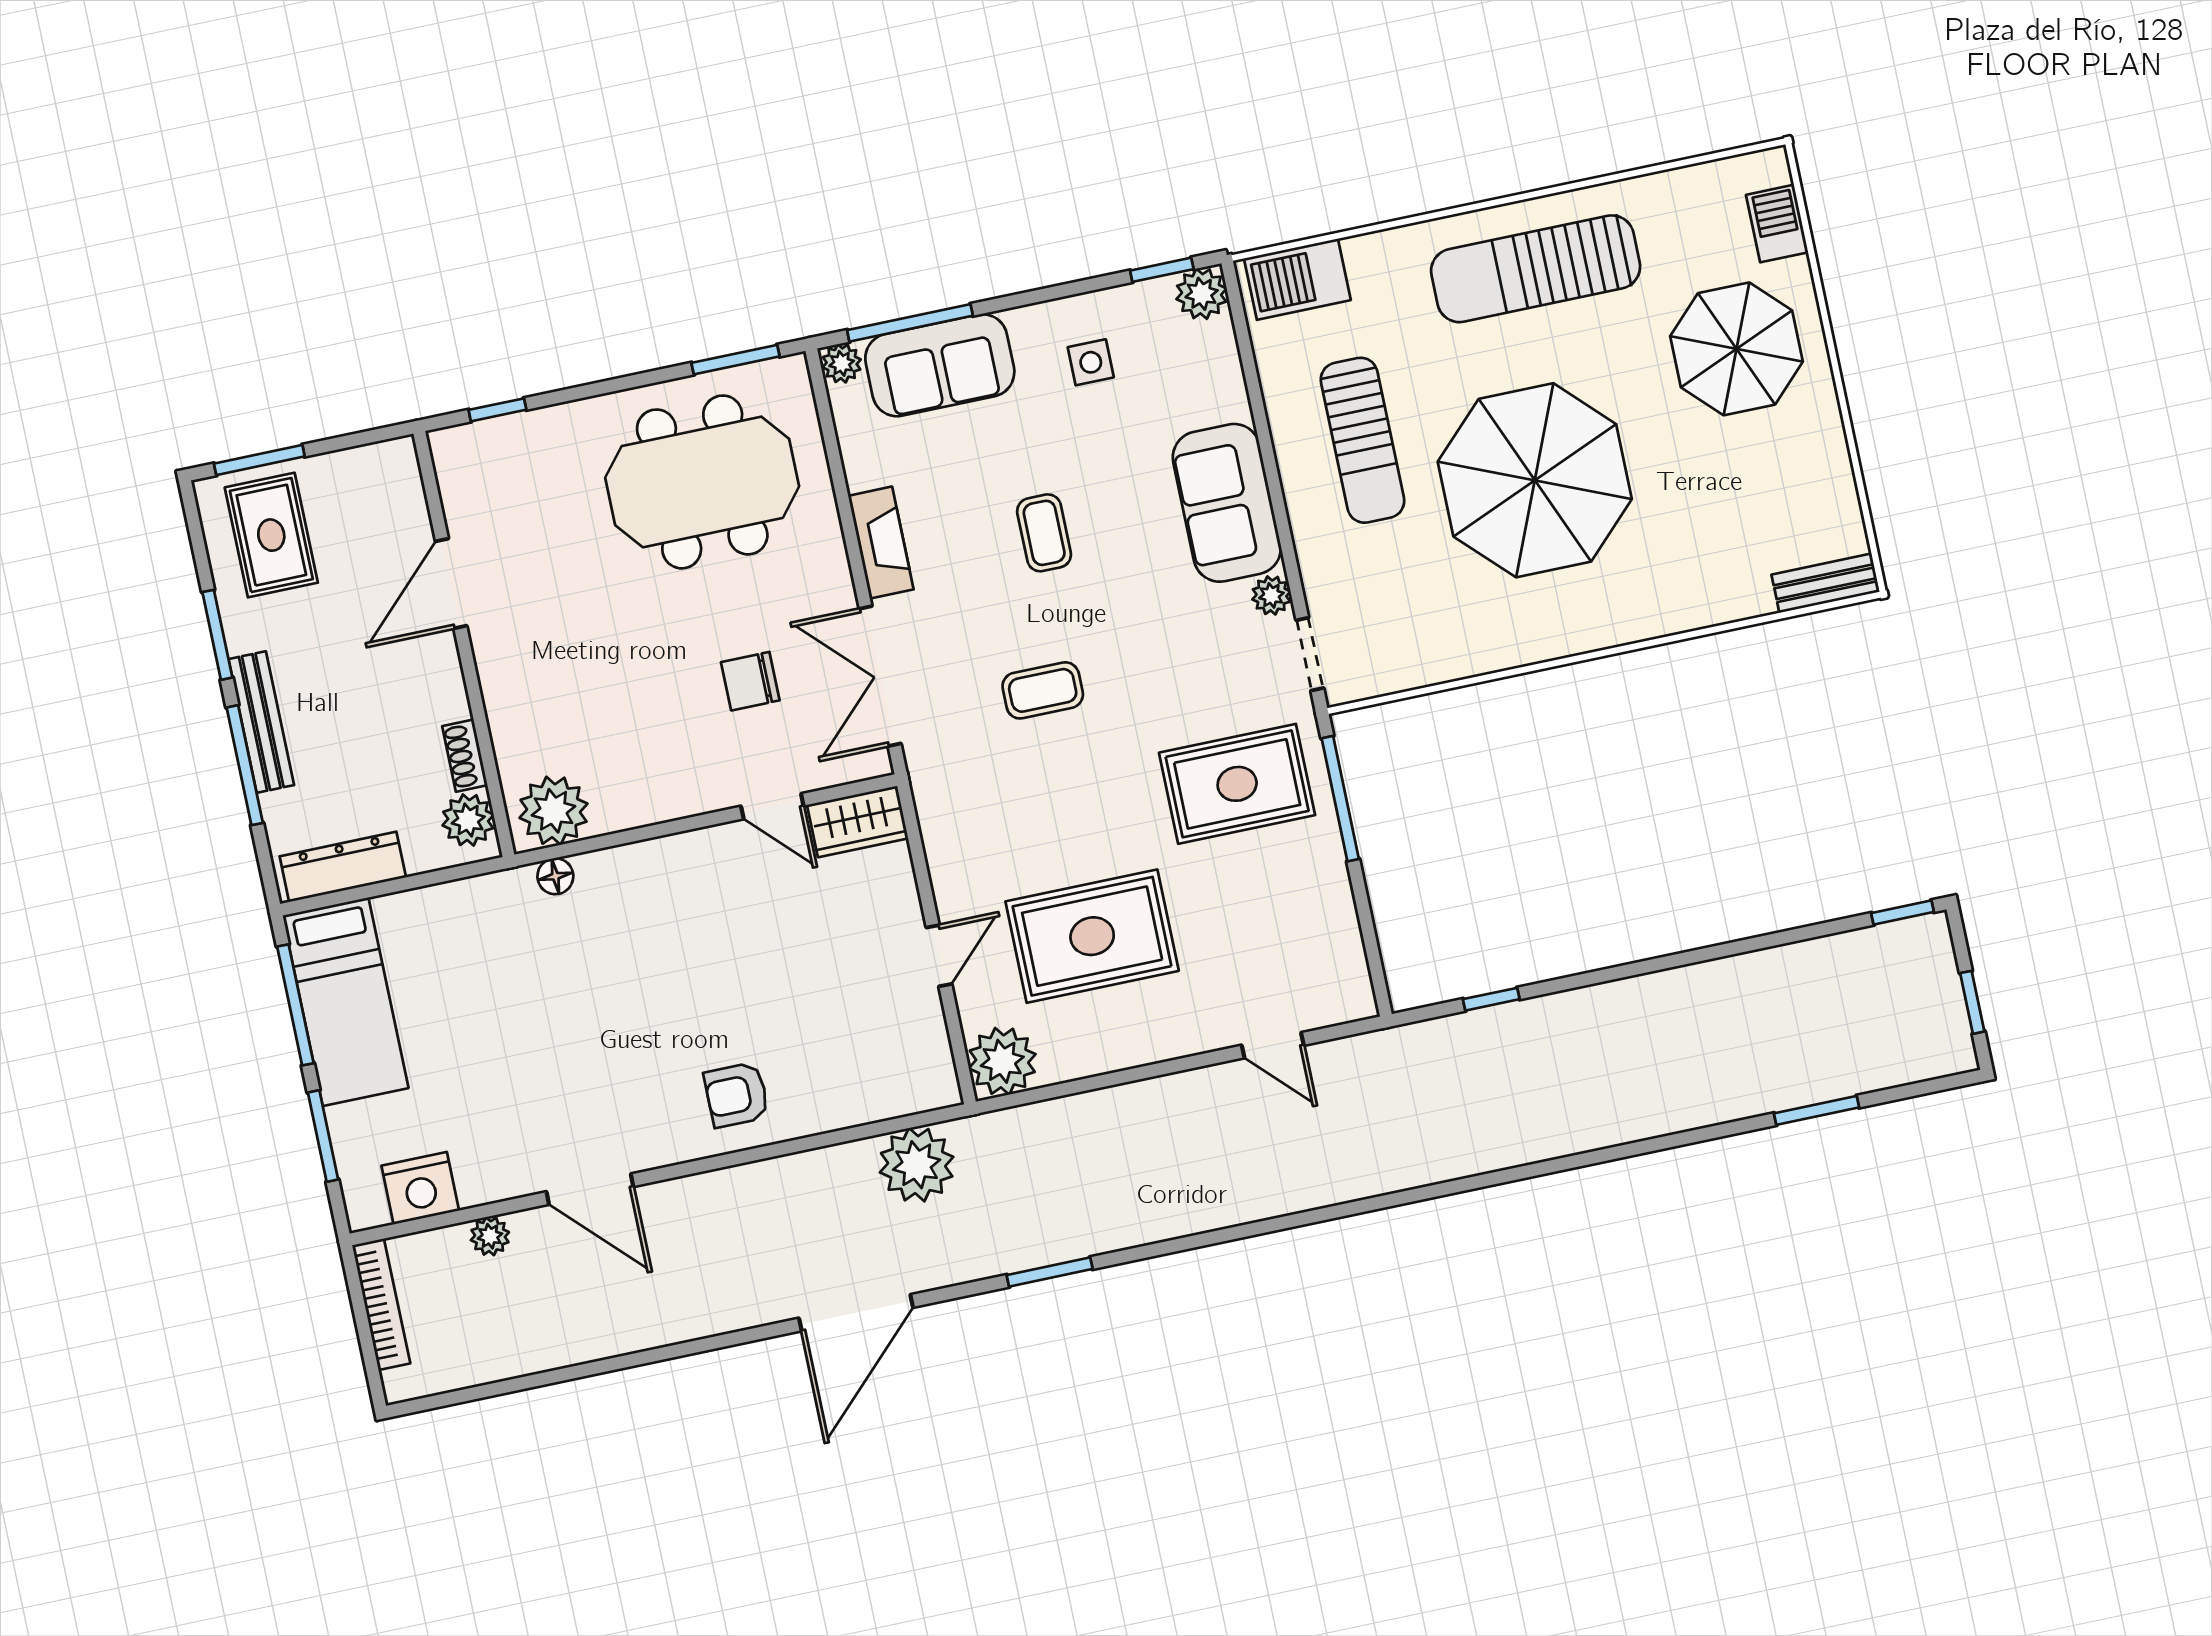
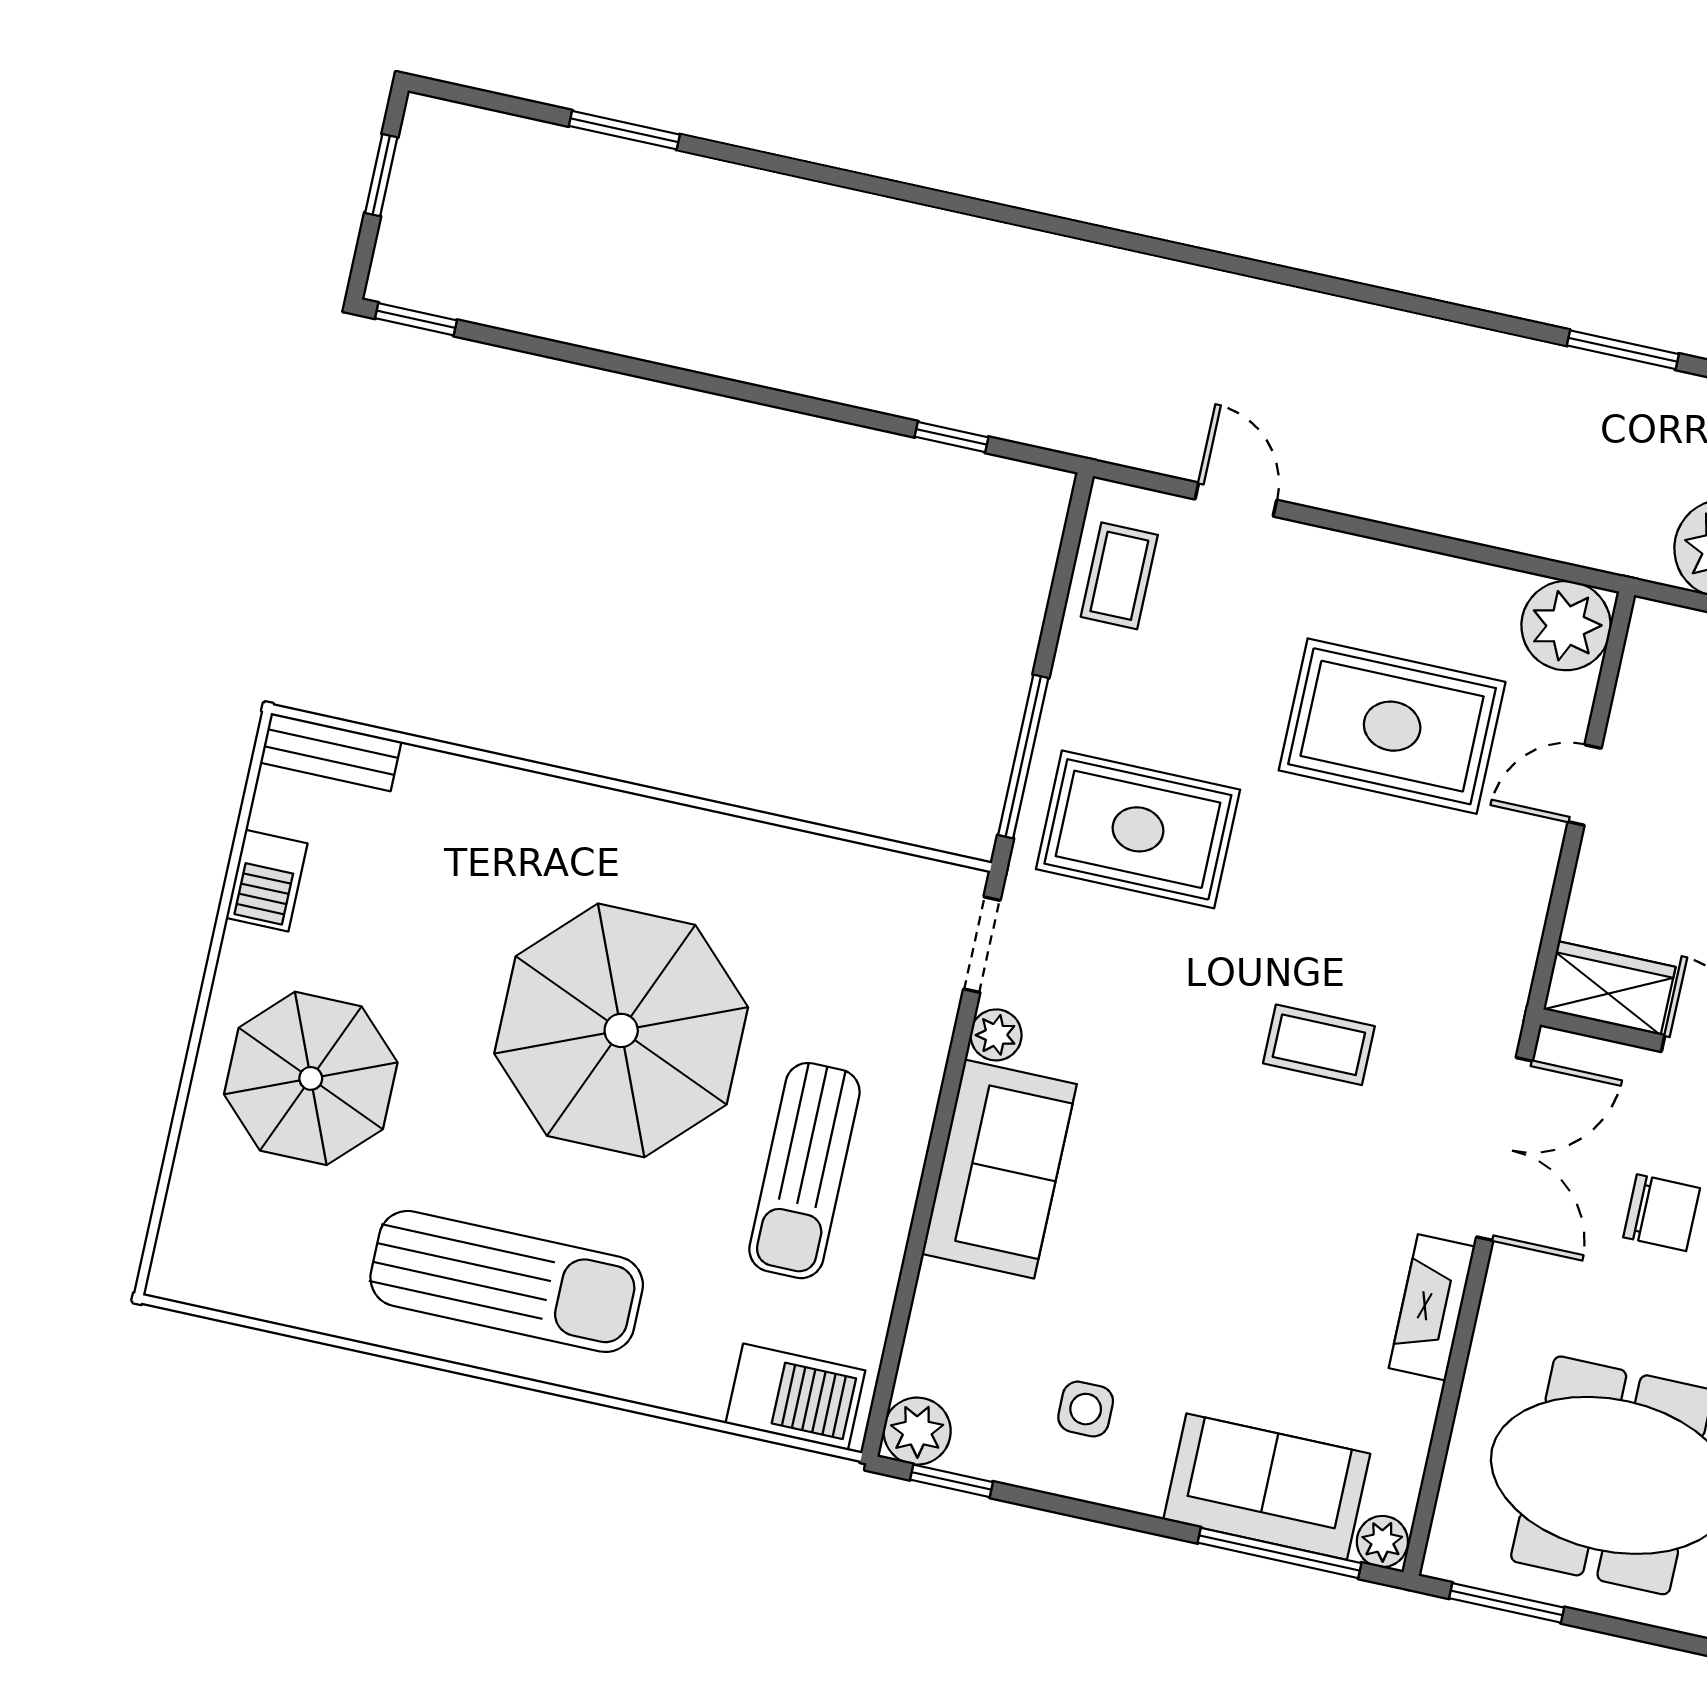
barbecue: (1777, 224) -> (267, 881), moved
sun lounger: (1362, 440) -> (804, 1171), turned 180
coffee table: (1044, 533) -> (1119, 576), moved

